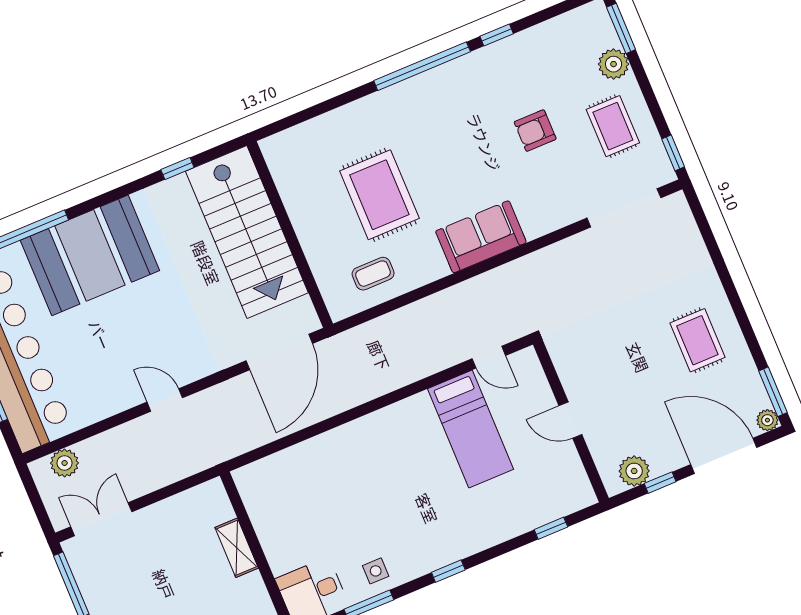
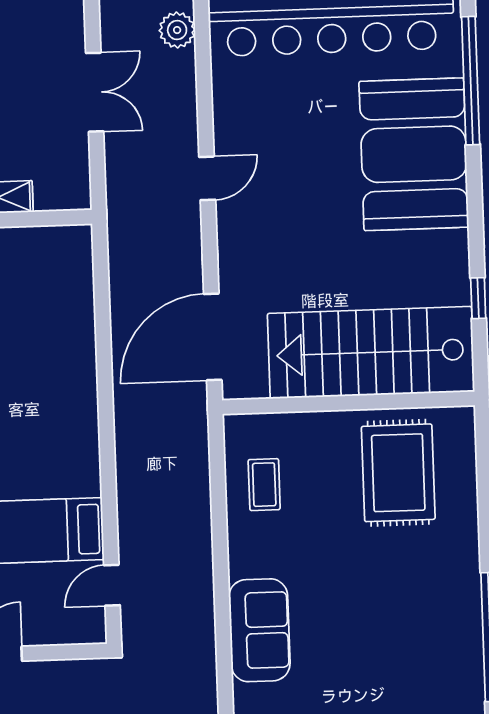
rug: (379, 195) -> (398, 473), moved, turned 90
door: (279, 352) -> (213, 337), hinge flipped
double door: (101, 519) -> (95, 92), moved

